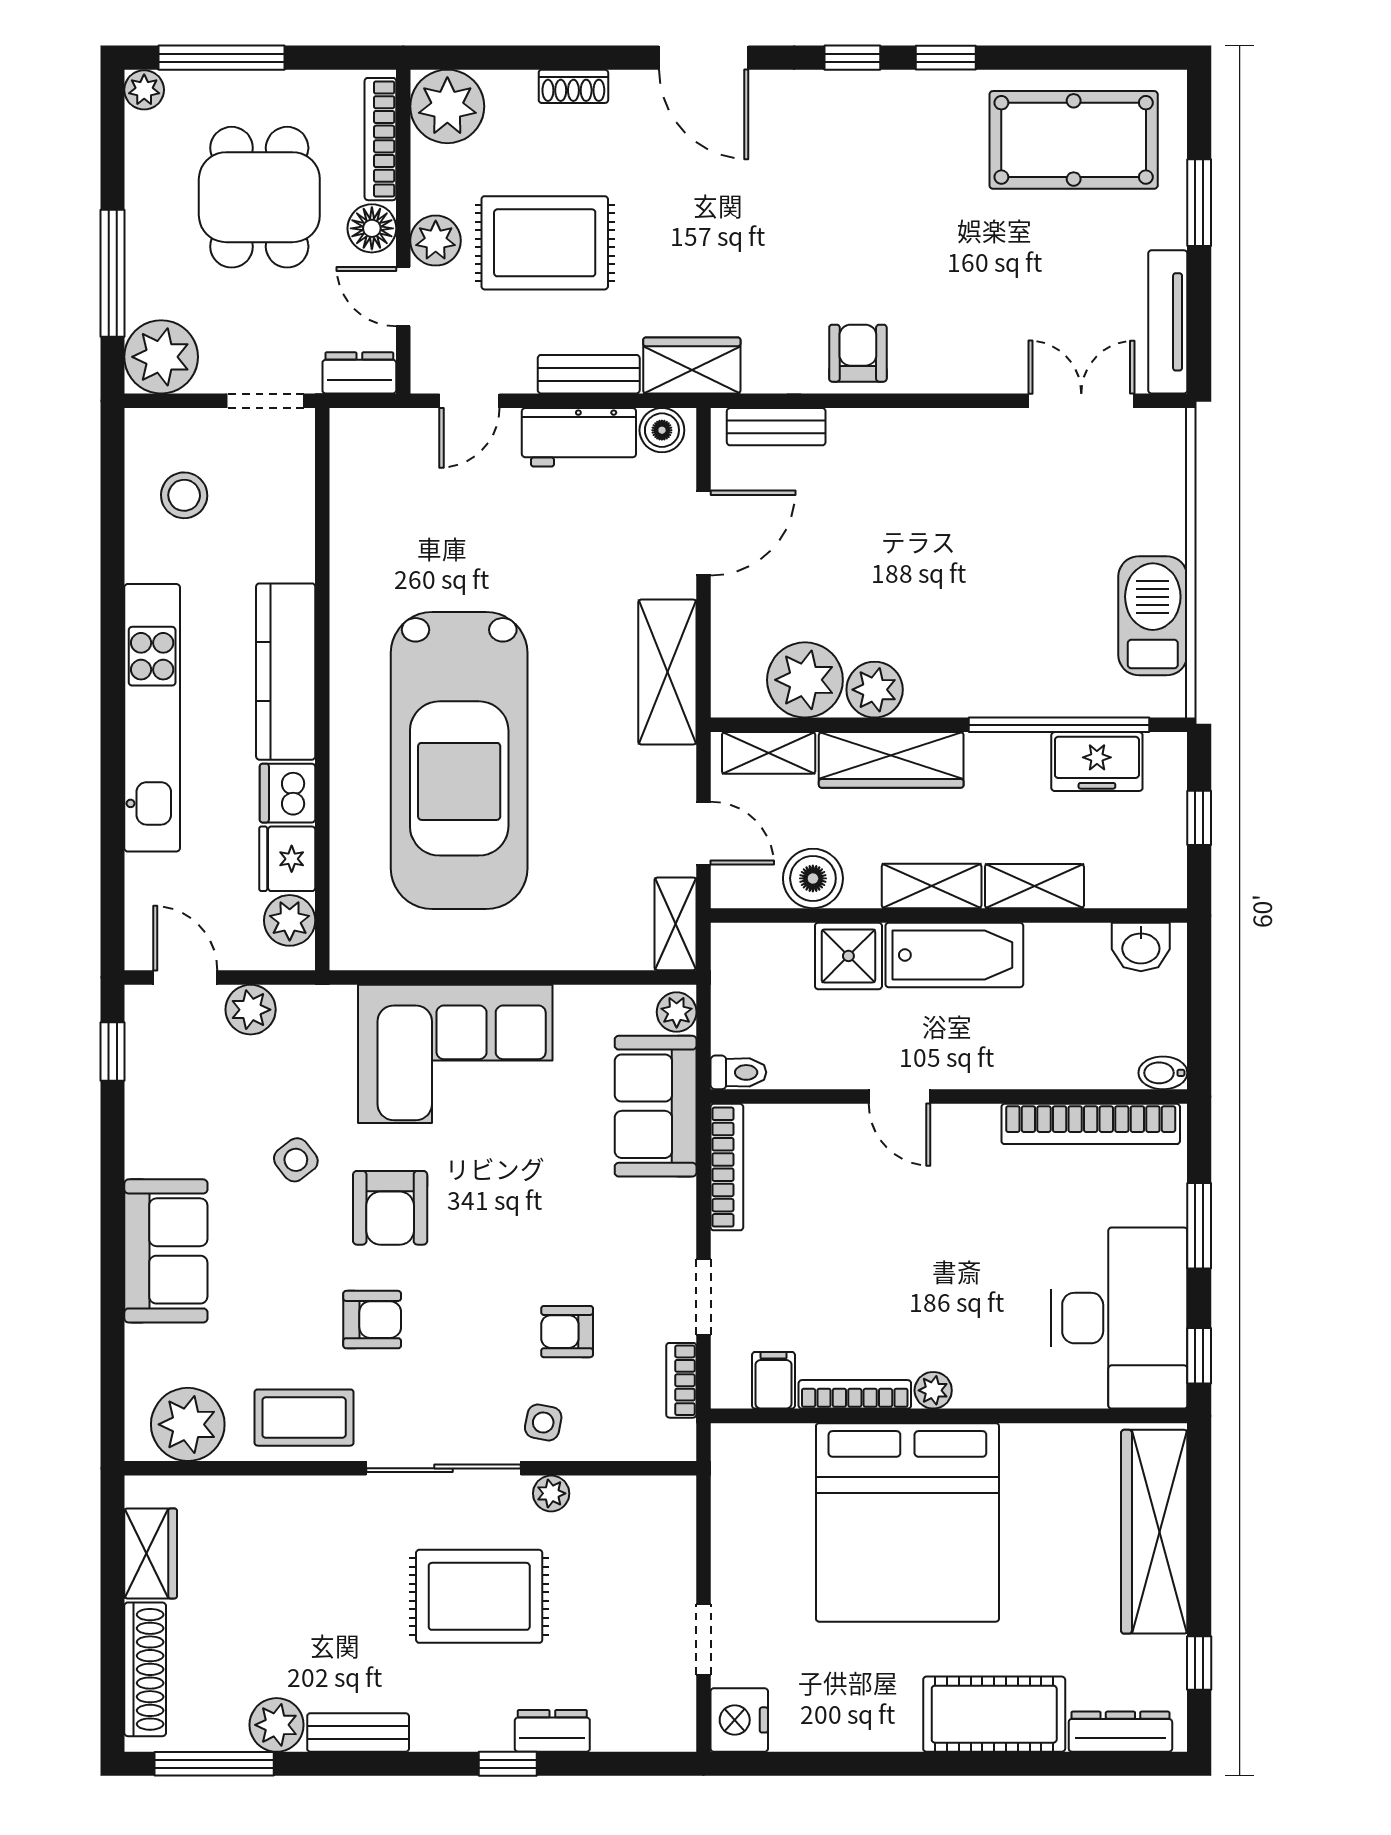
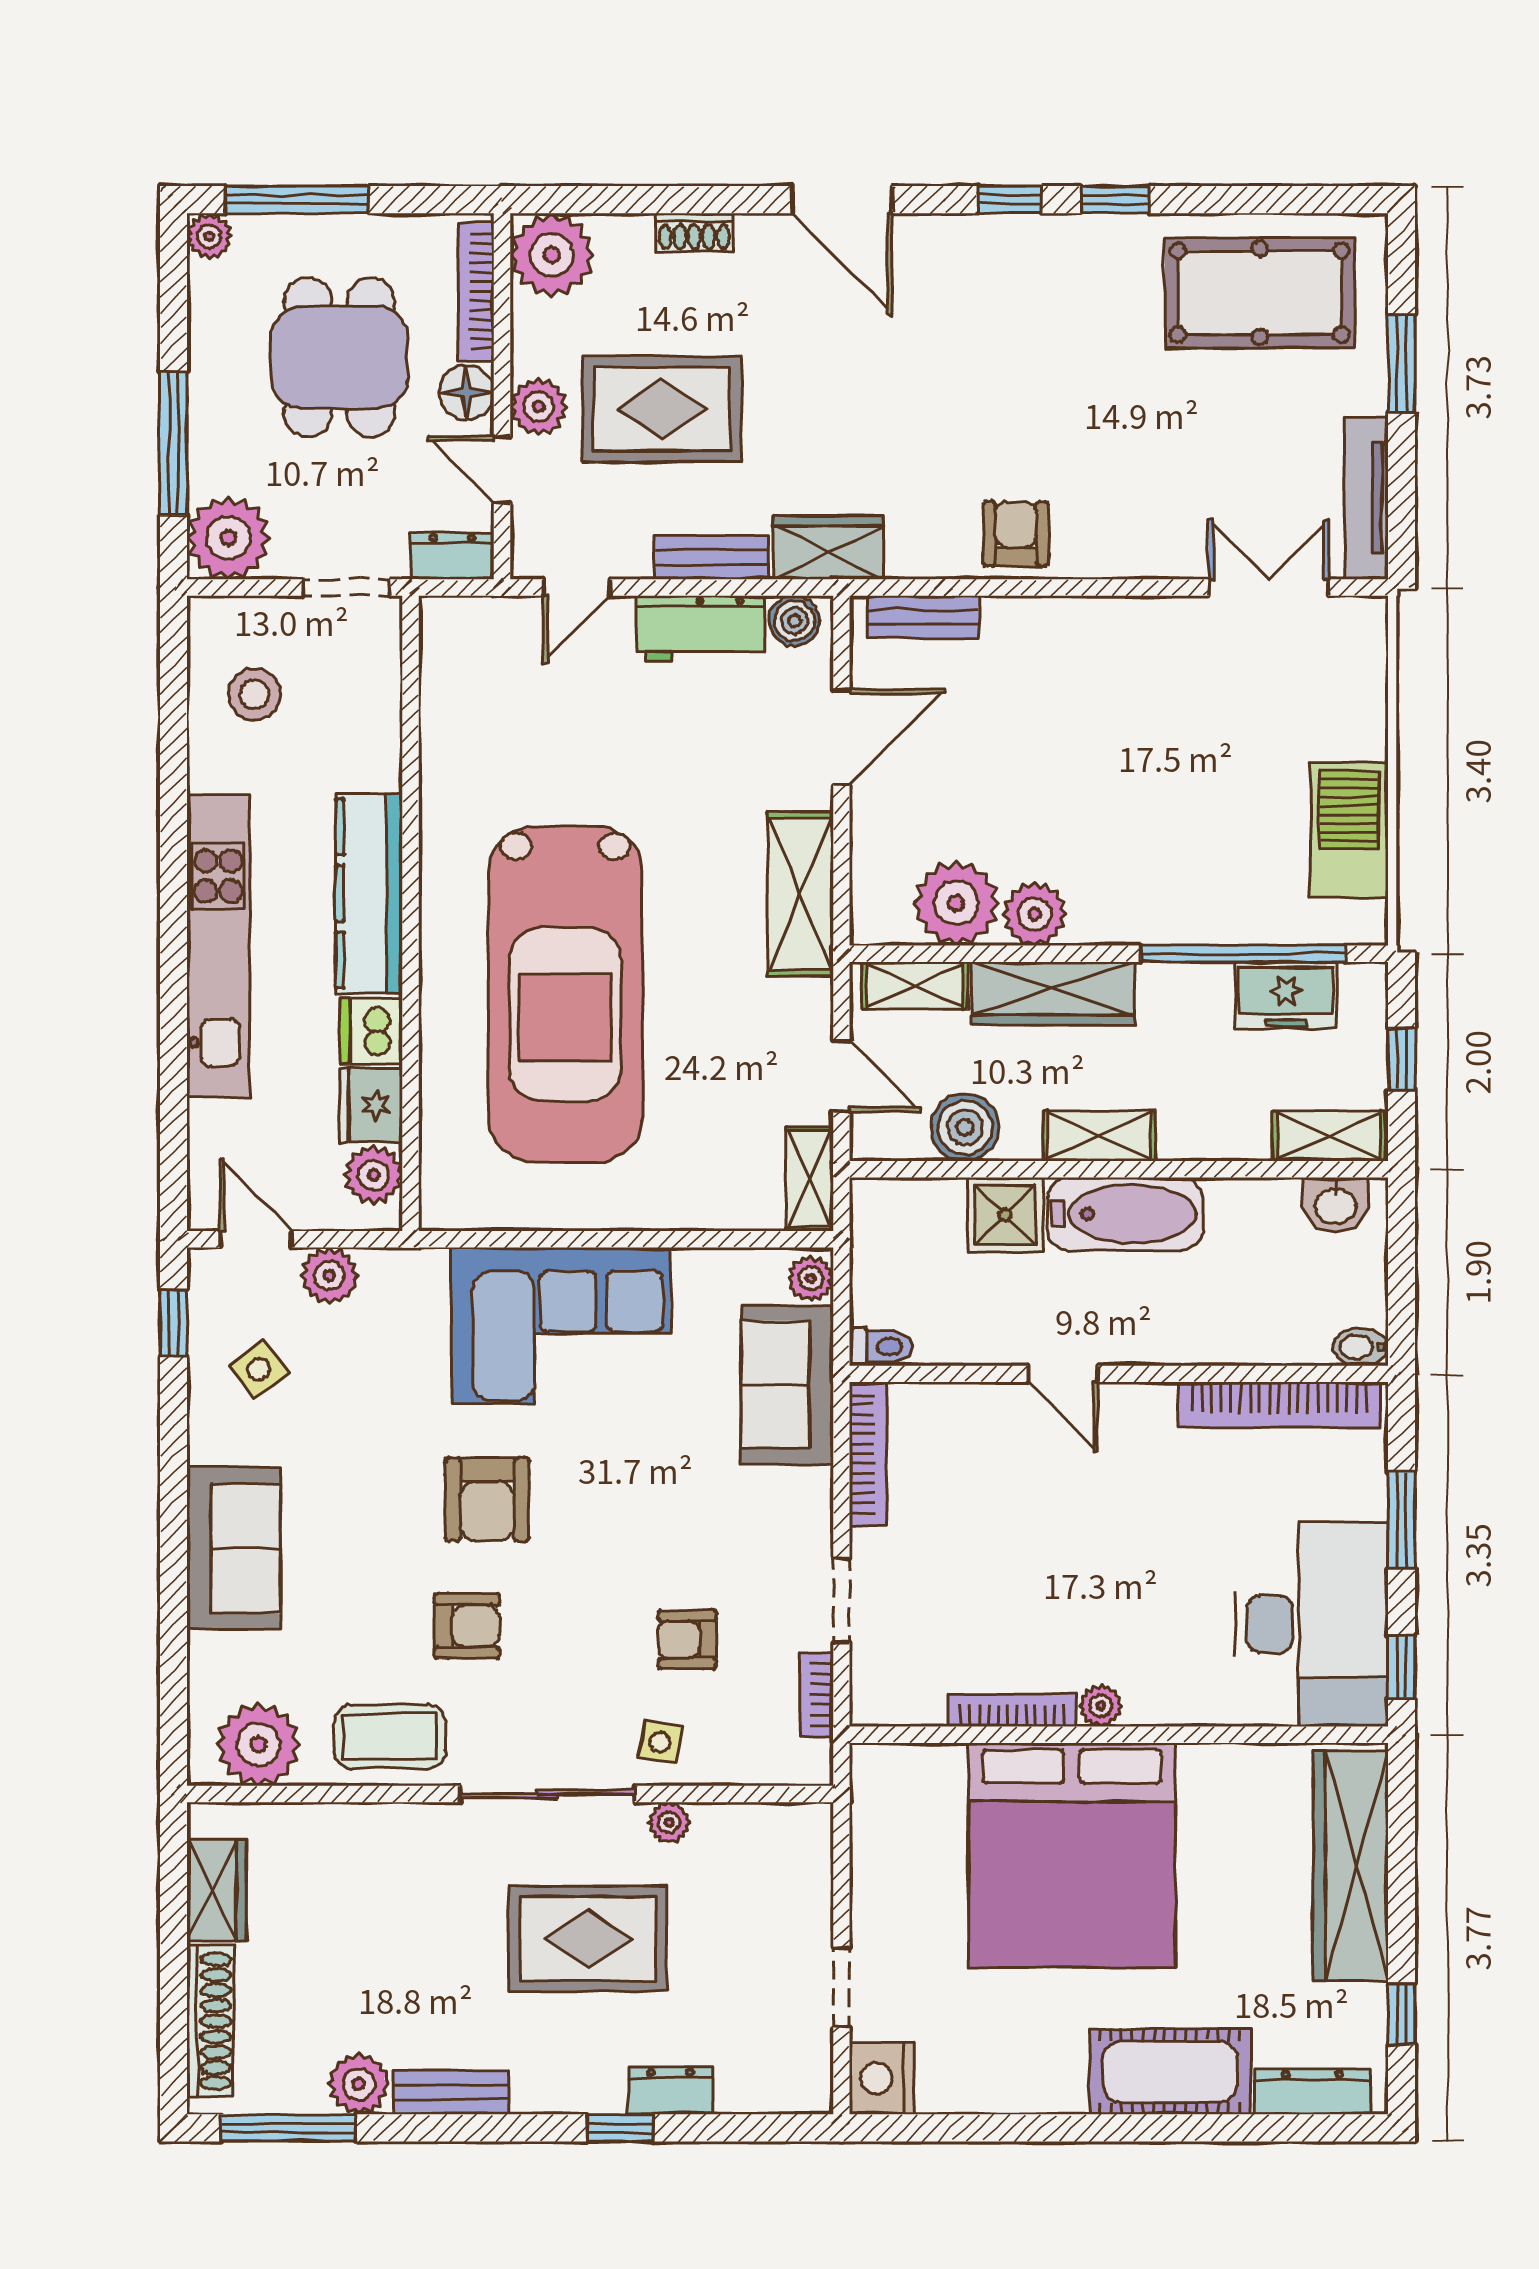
shelving: (1034, 886) -> (1329, 1136), moved
side table: (296, 1160) -> (259, 1369), moved
filing cabinet: (773, 1380) -> (920, 1695), removed

